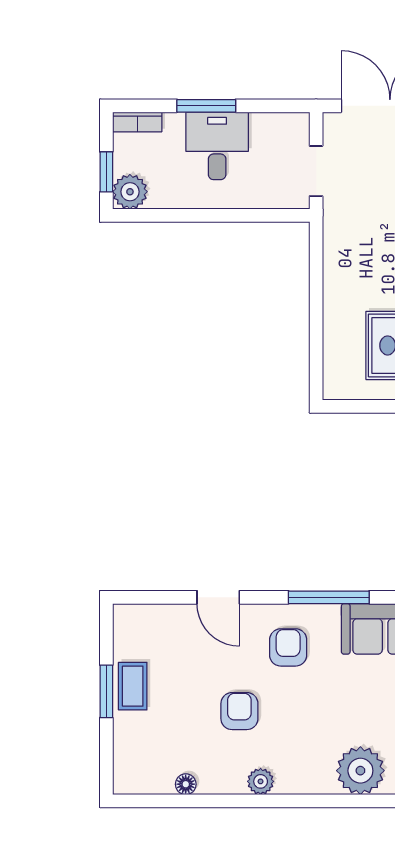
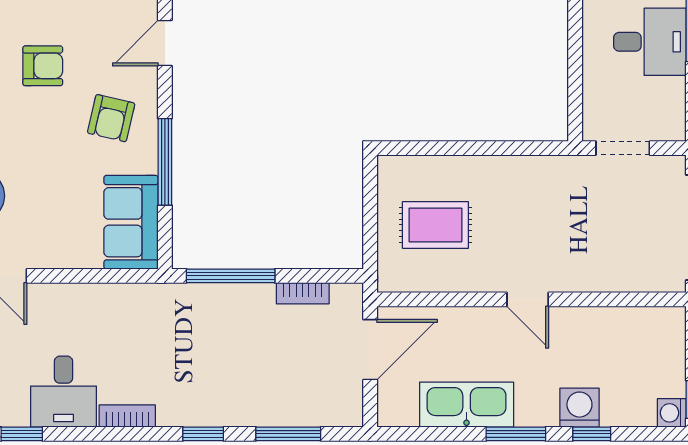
armchair: (288, 647) -> (111, 118), turned 103

